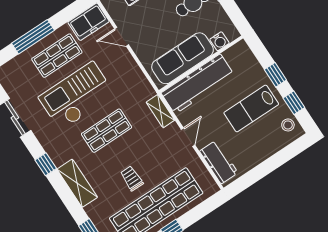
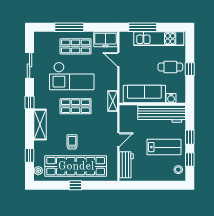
workbench: (198, 84) -> (162, 114), moved
checkout: (77, 96) -> (72, 76), turned 180
lab bench: (251, 108) -> (164, 147), turned 180
shelving: (160, 111) -> (113, 101), moved

